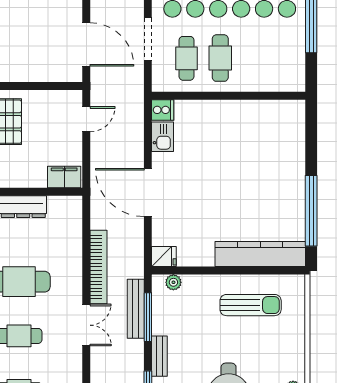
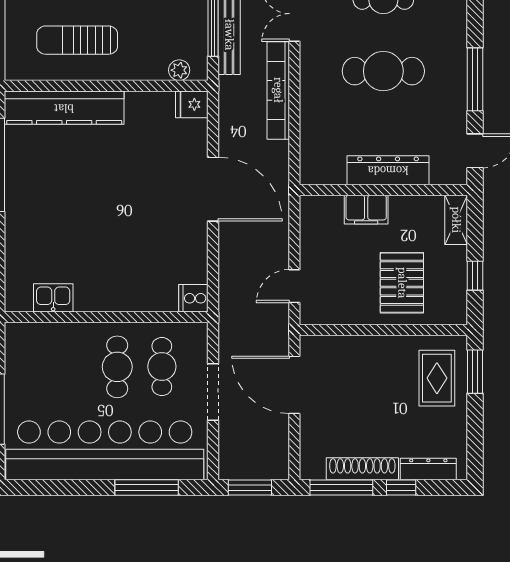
kitchen sink: (162, 137) -> (53, 298), moved, turned 90
filing cabinet: (64, 177) -> (366, 210), moved

